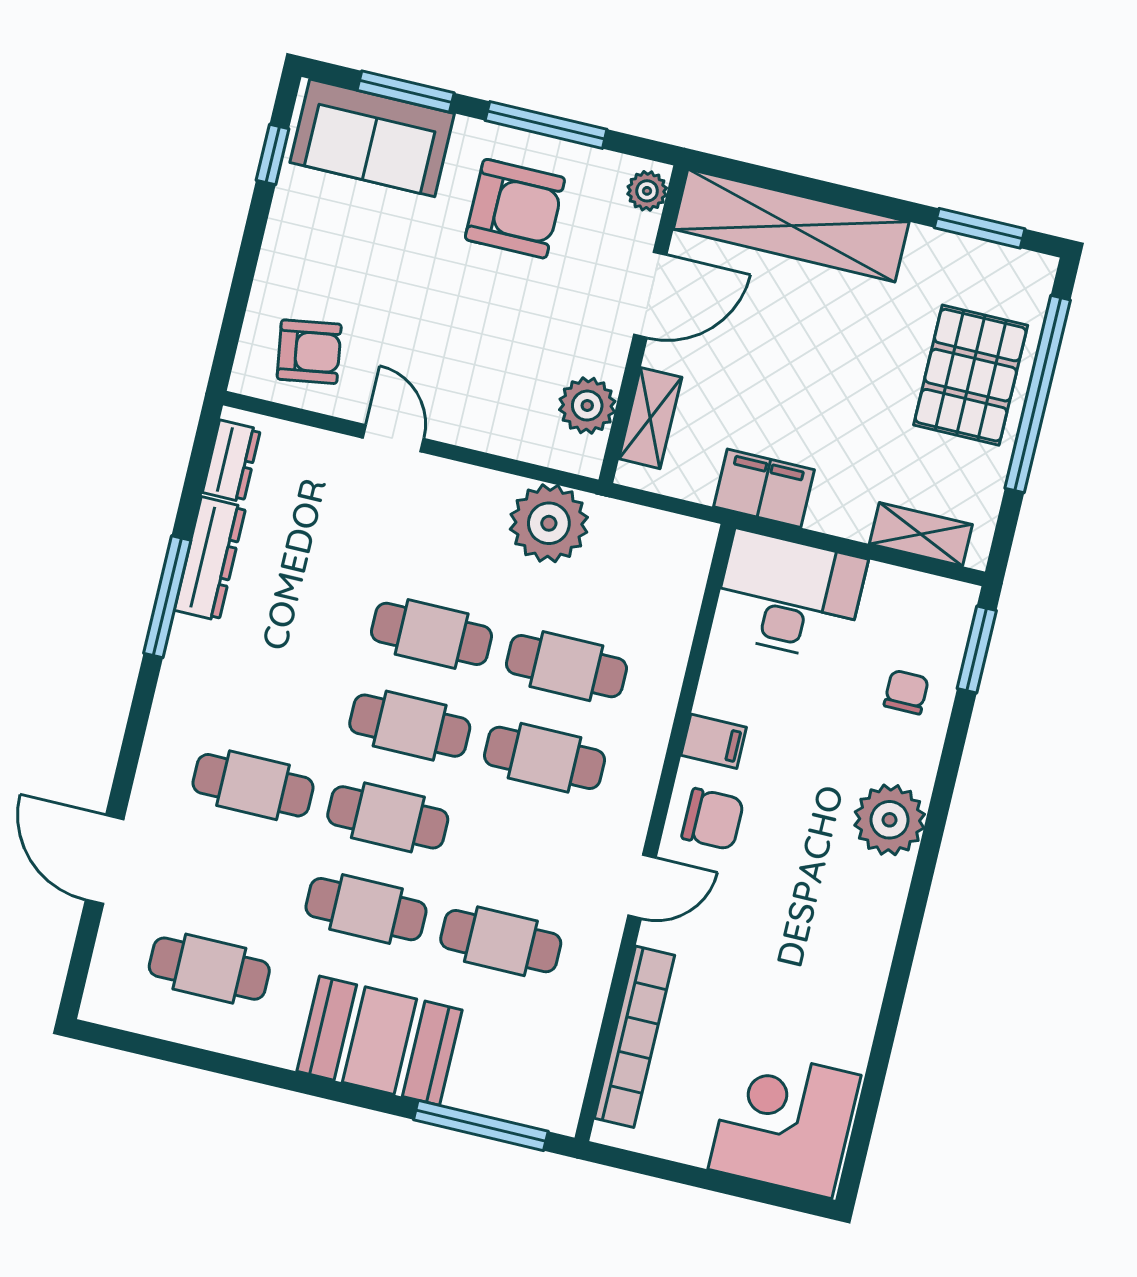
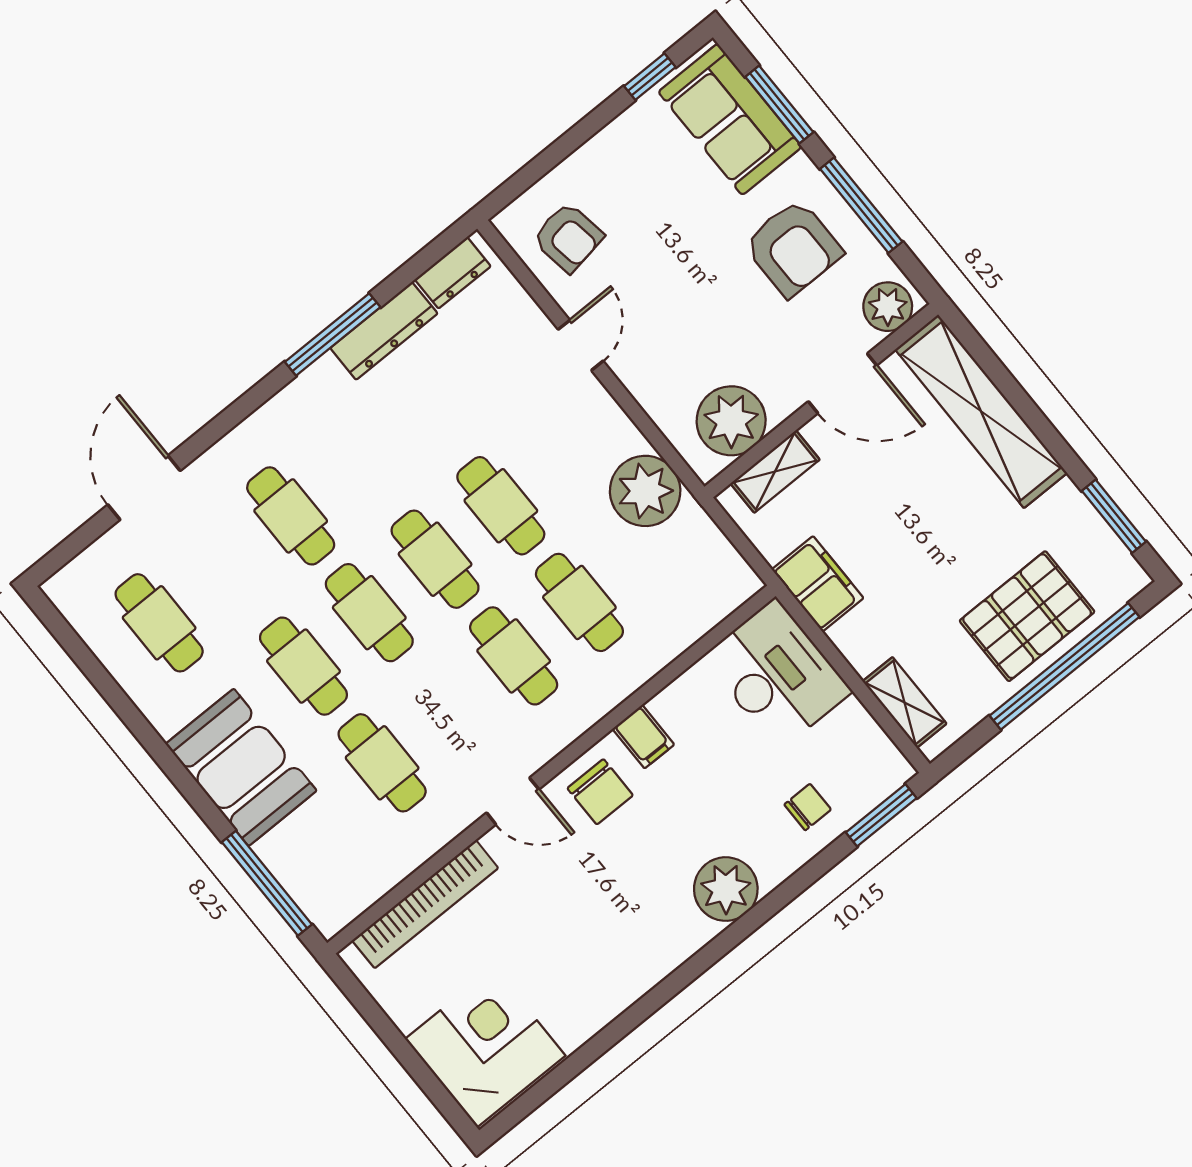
plant: (647, 191) -> (888, 307), width x1.38, depth x1.38
plant: (587, 406) -> (731, 421), width x1.36, depth x1.36

